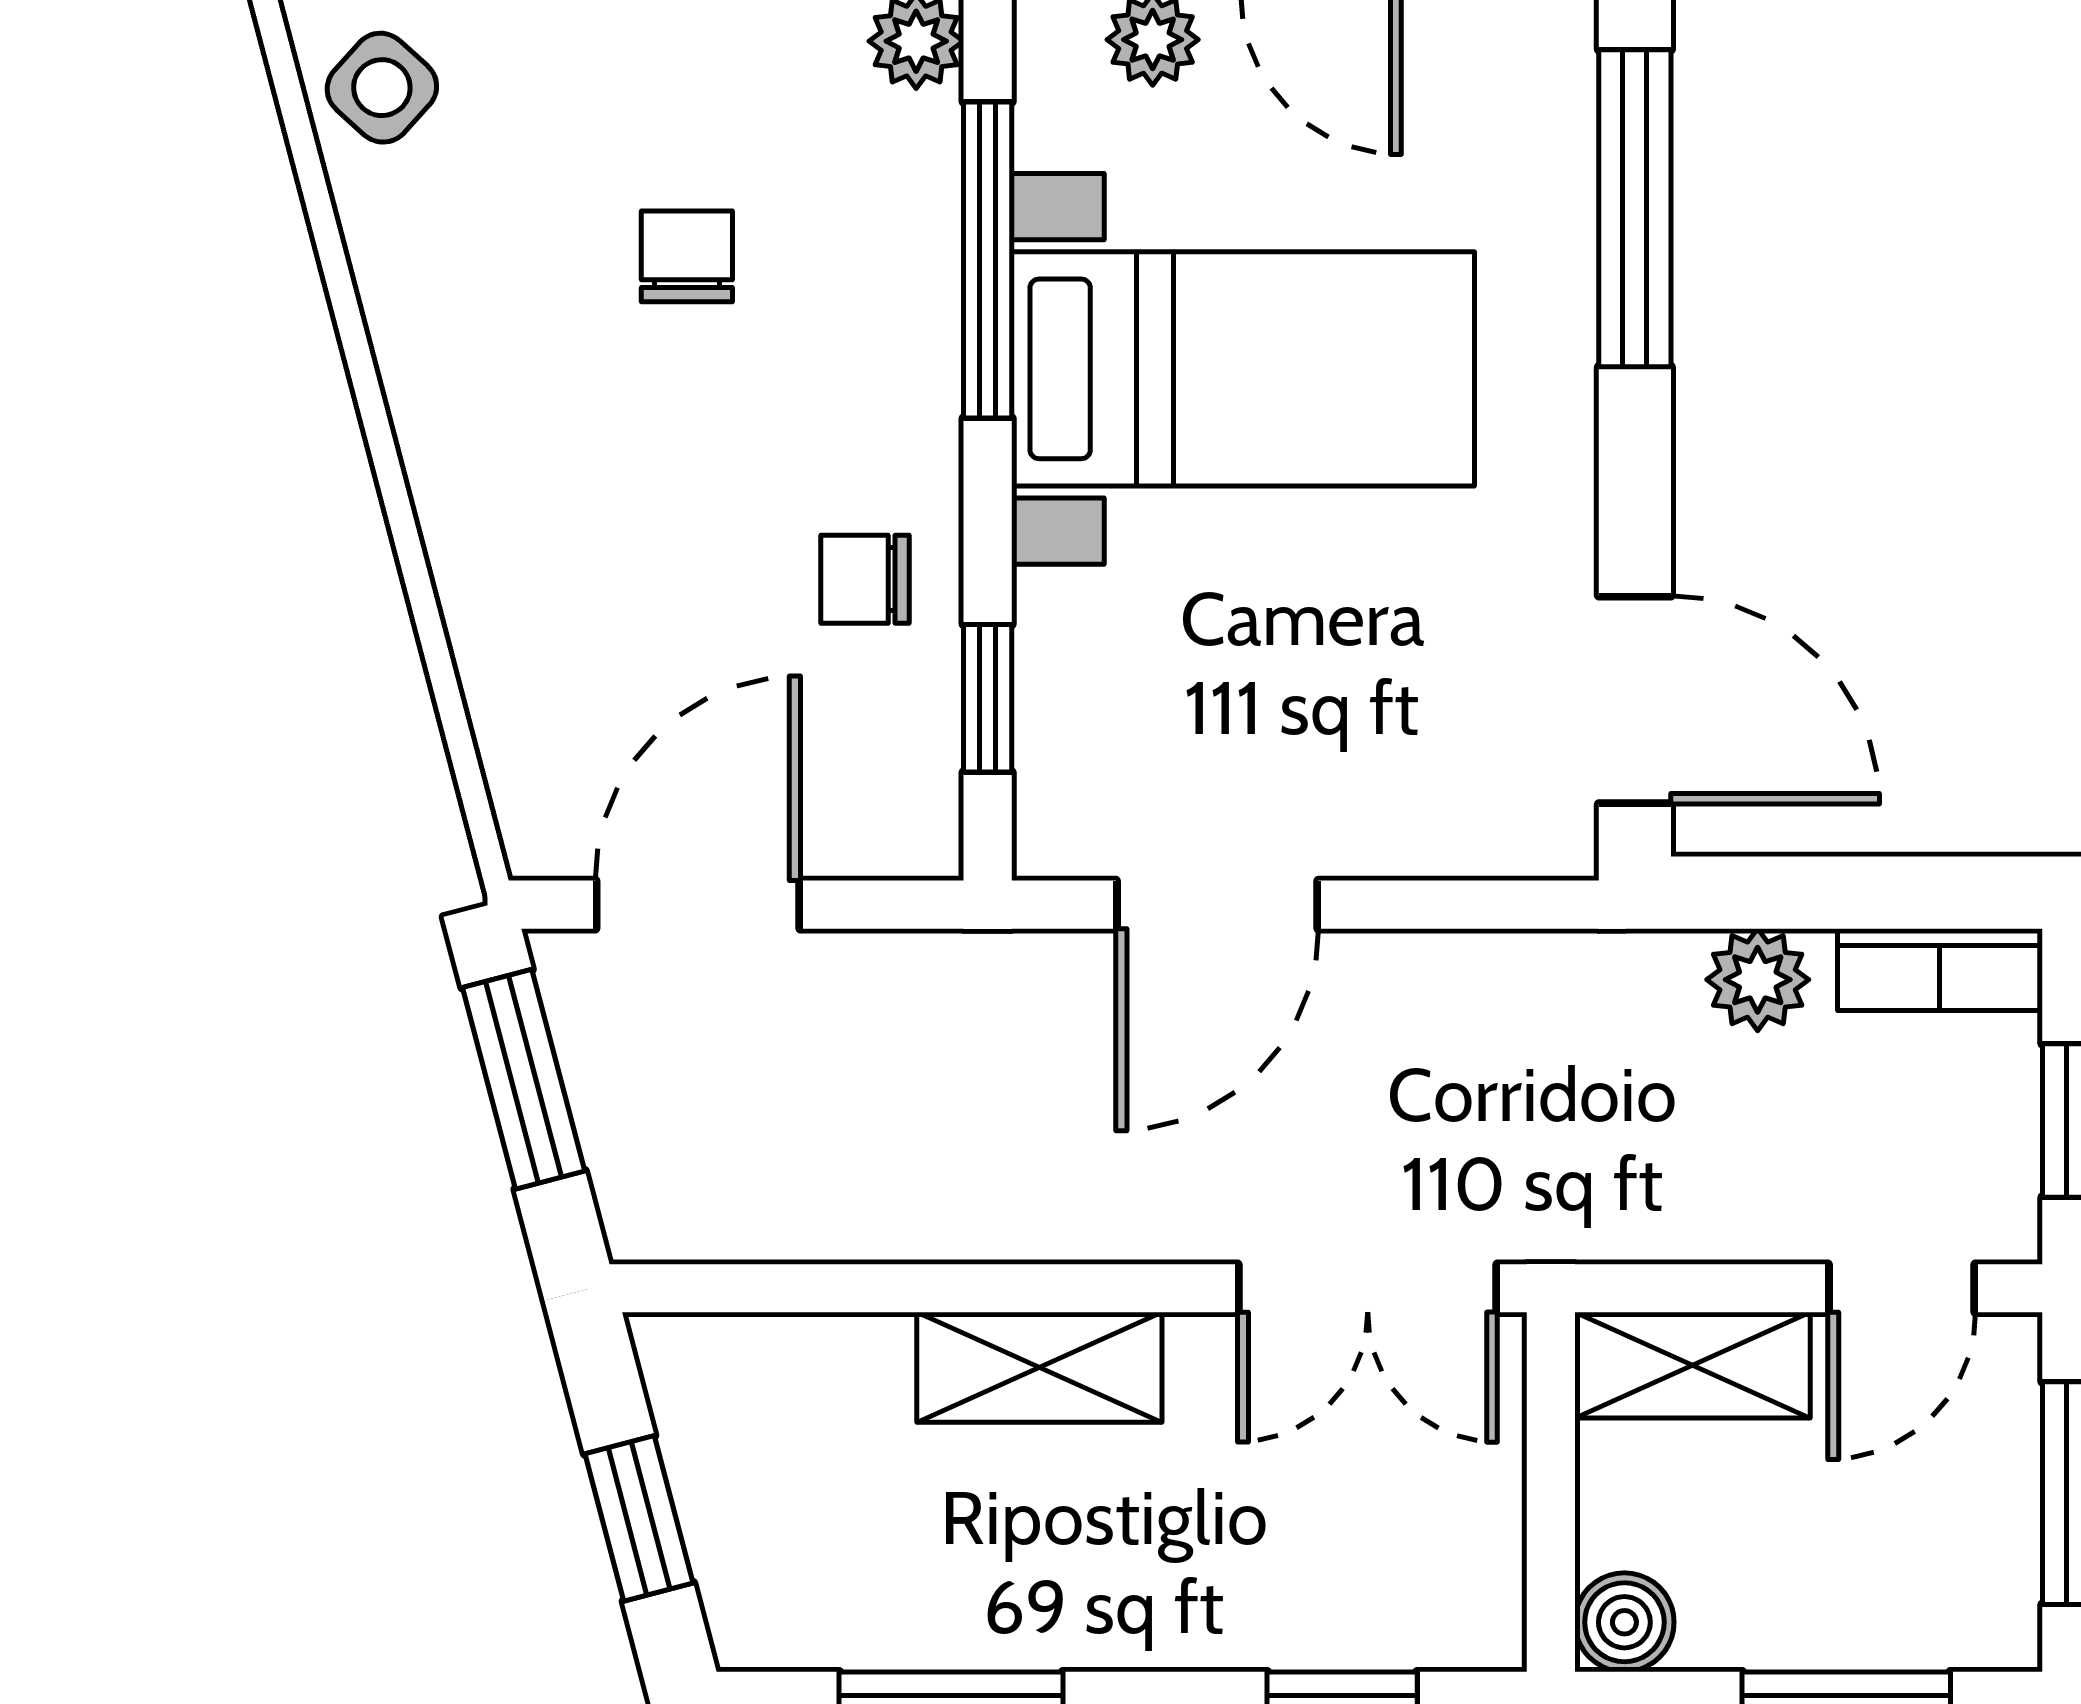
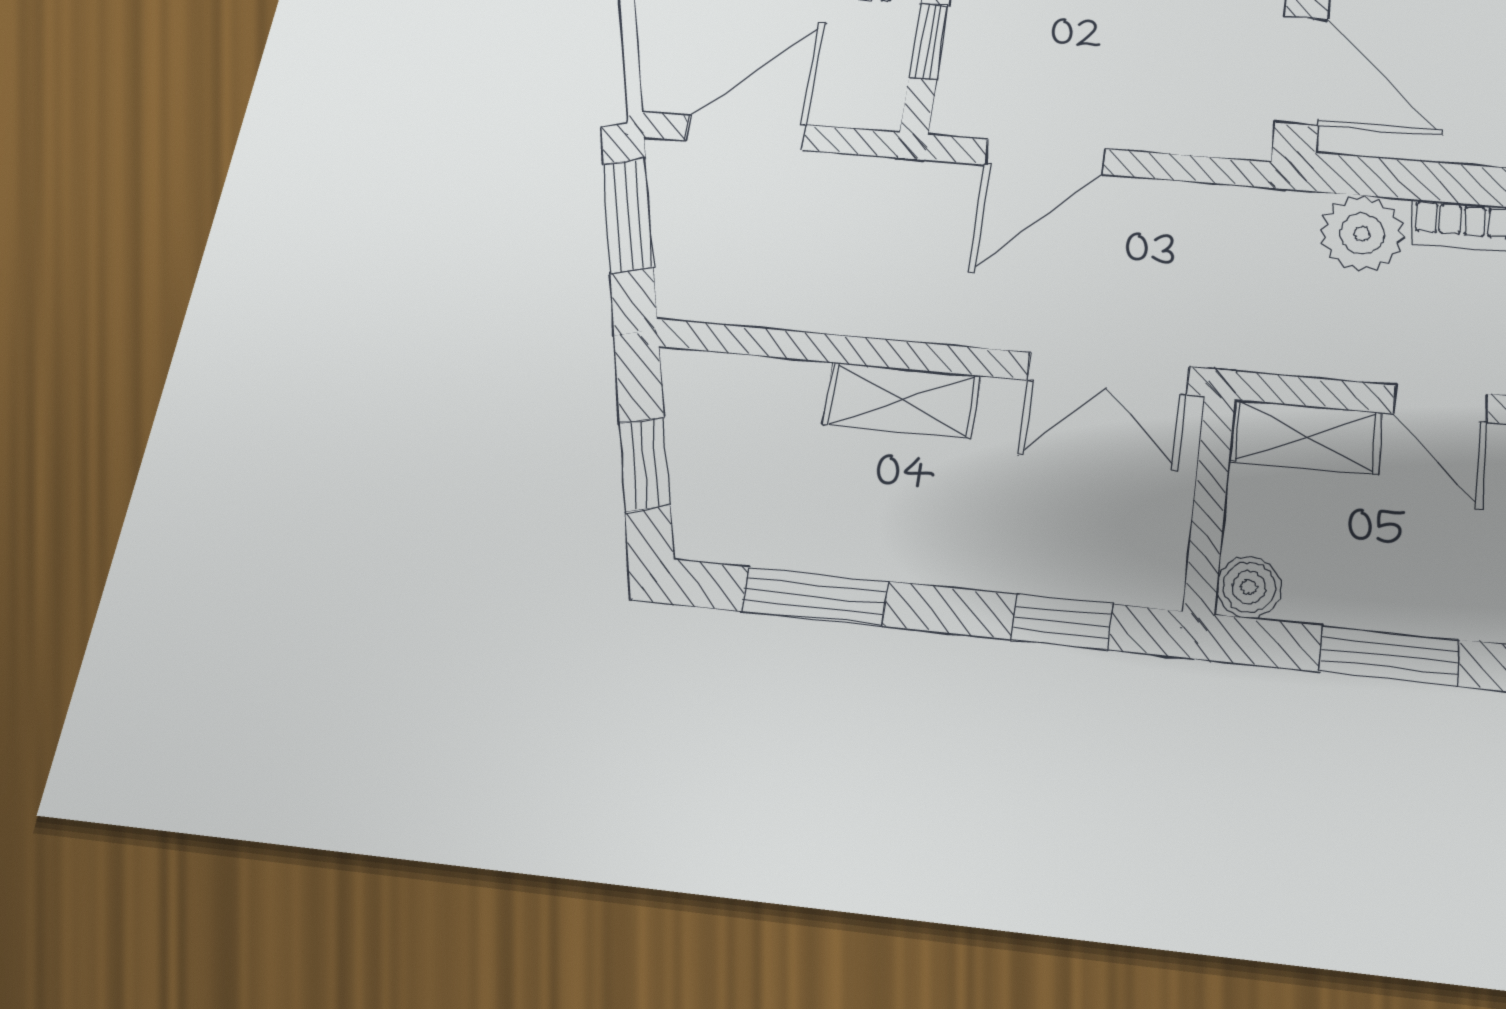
plant: (1758, 980) -> (1362, 233), width x1.38, depth x1.38
door: (1902, 1288) -> (1441, 404), hinge flipped

